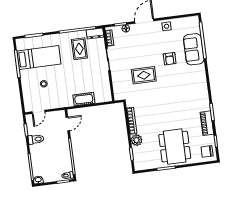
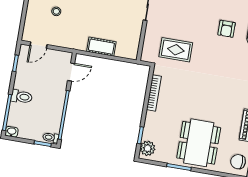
rug: (144, 75) -> (176, 50), moved
toilet: (36, 139) -> (22, 97), moved
plant: (137, 140) -> (148, 148), moved

